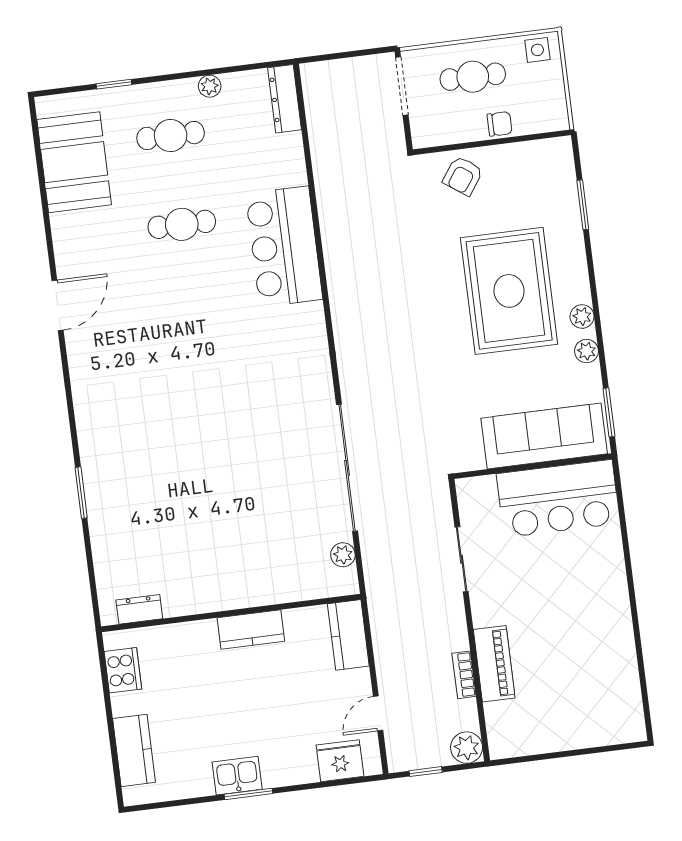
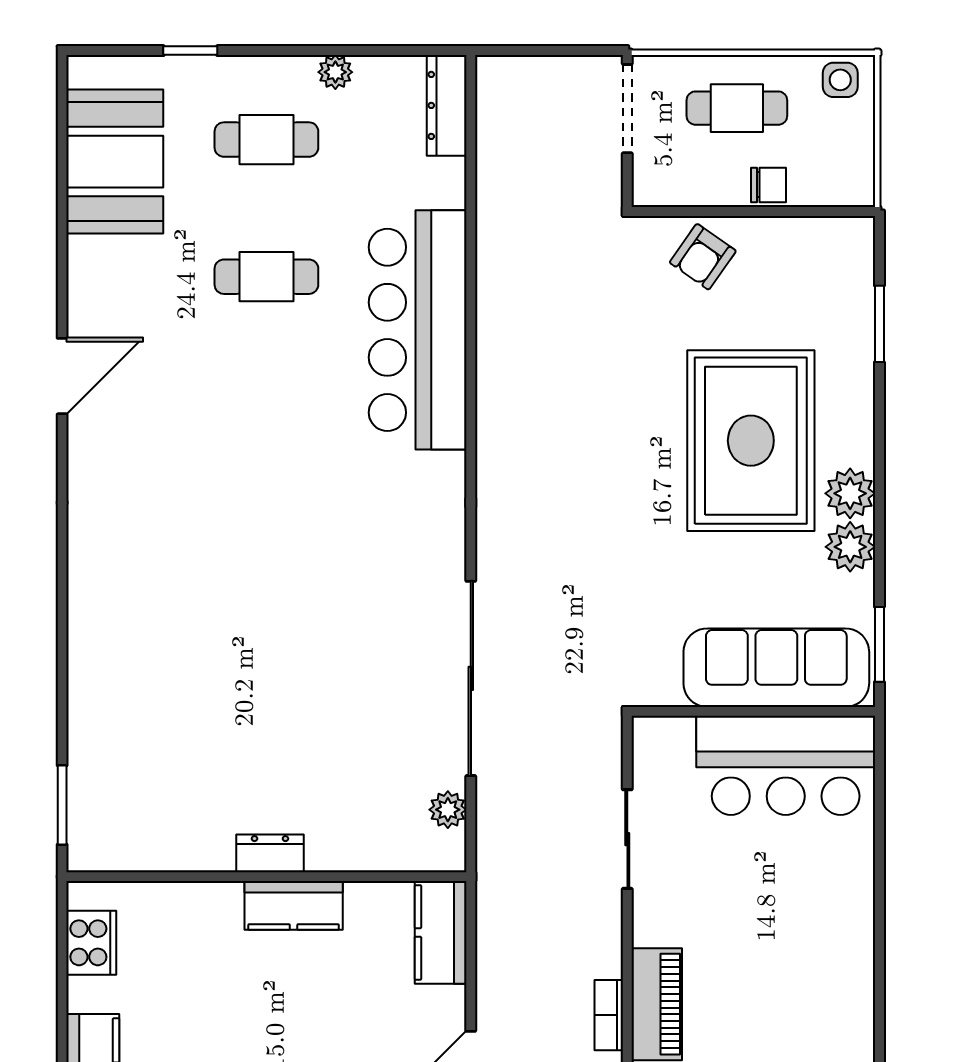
bar counter: (284, 246) -> (418, 330), width x1.36
plant: (582, 316) -> (850, 493), width x1.38, depth x1.38
plant: (586, 351) -> (850, 547), width x1.38, depth x1.38
window: (81, 493) -> (62, 805), moved
dresser: (139, 609) -> (270, 853), moved

